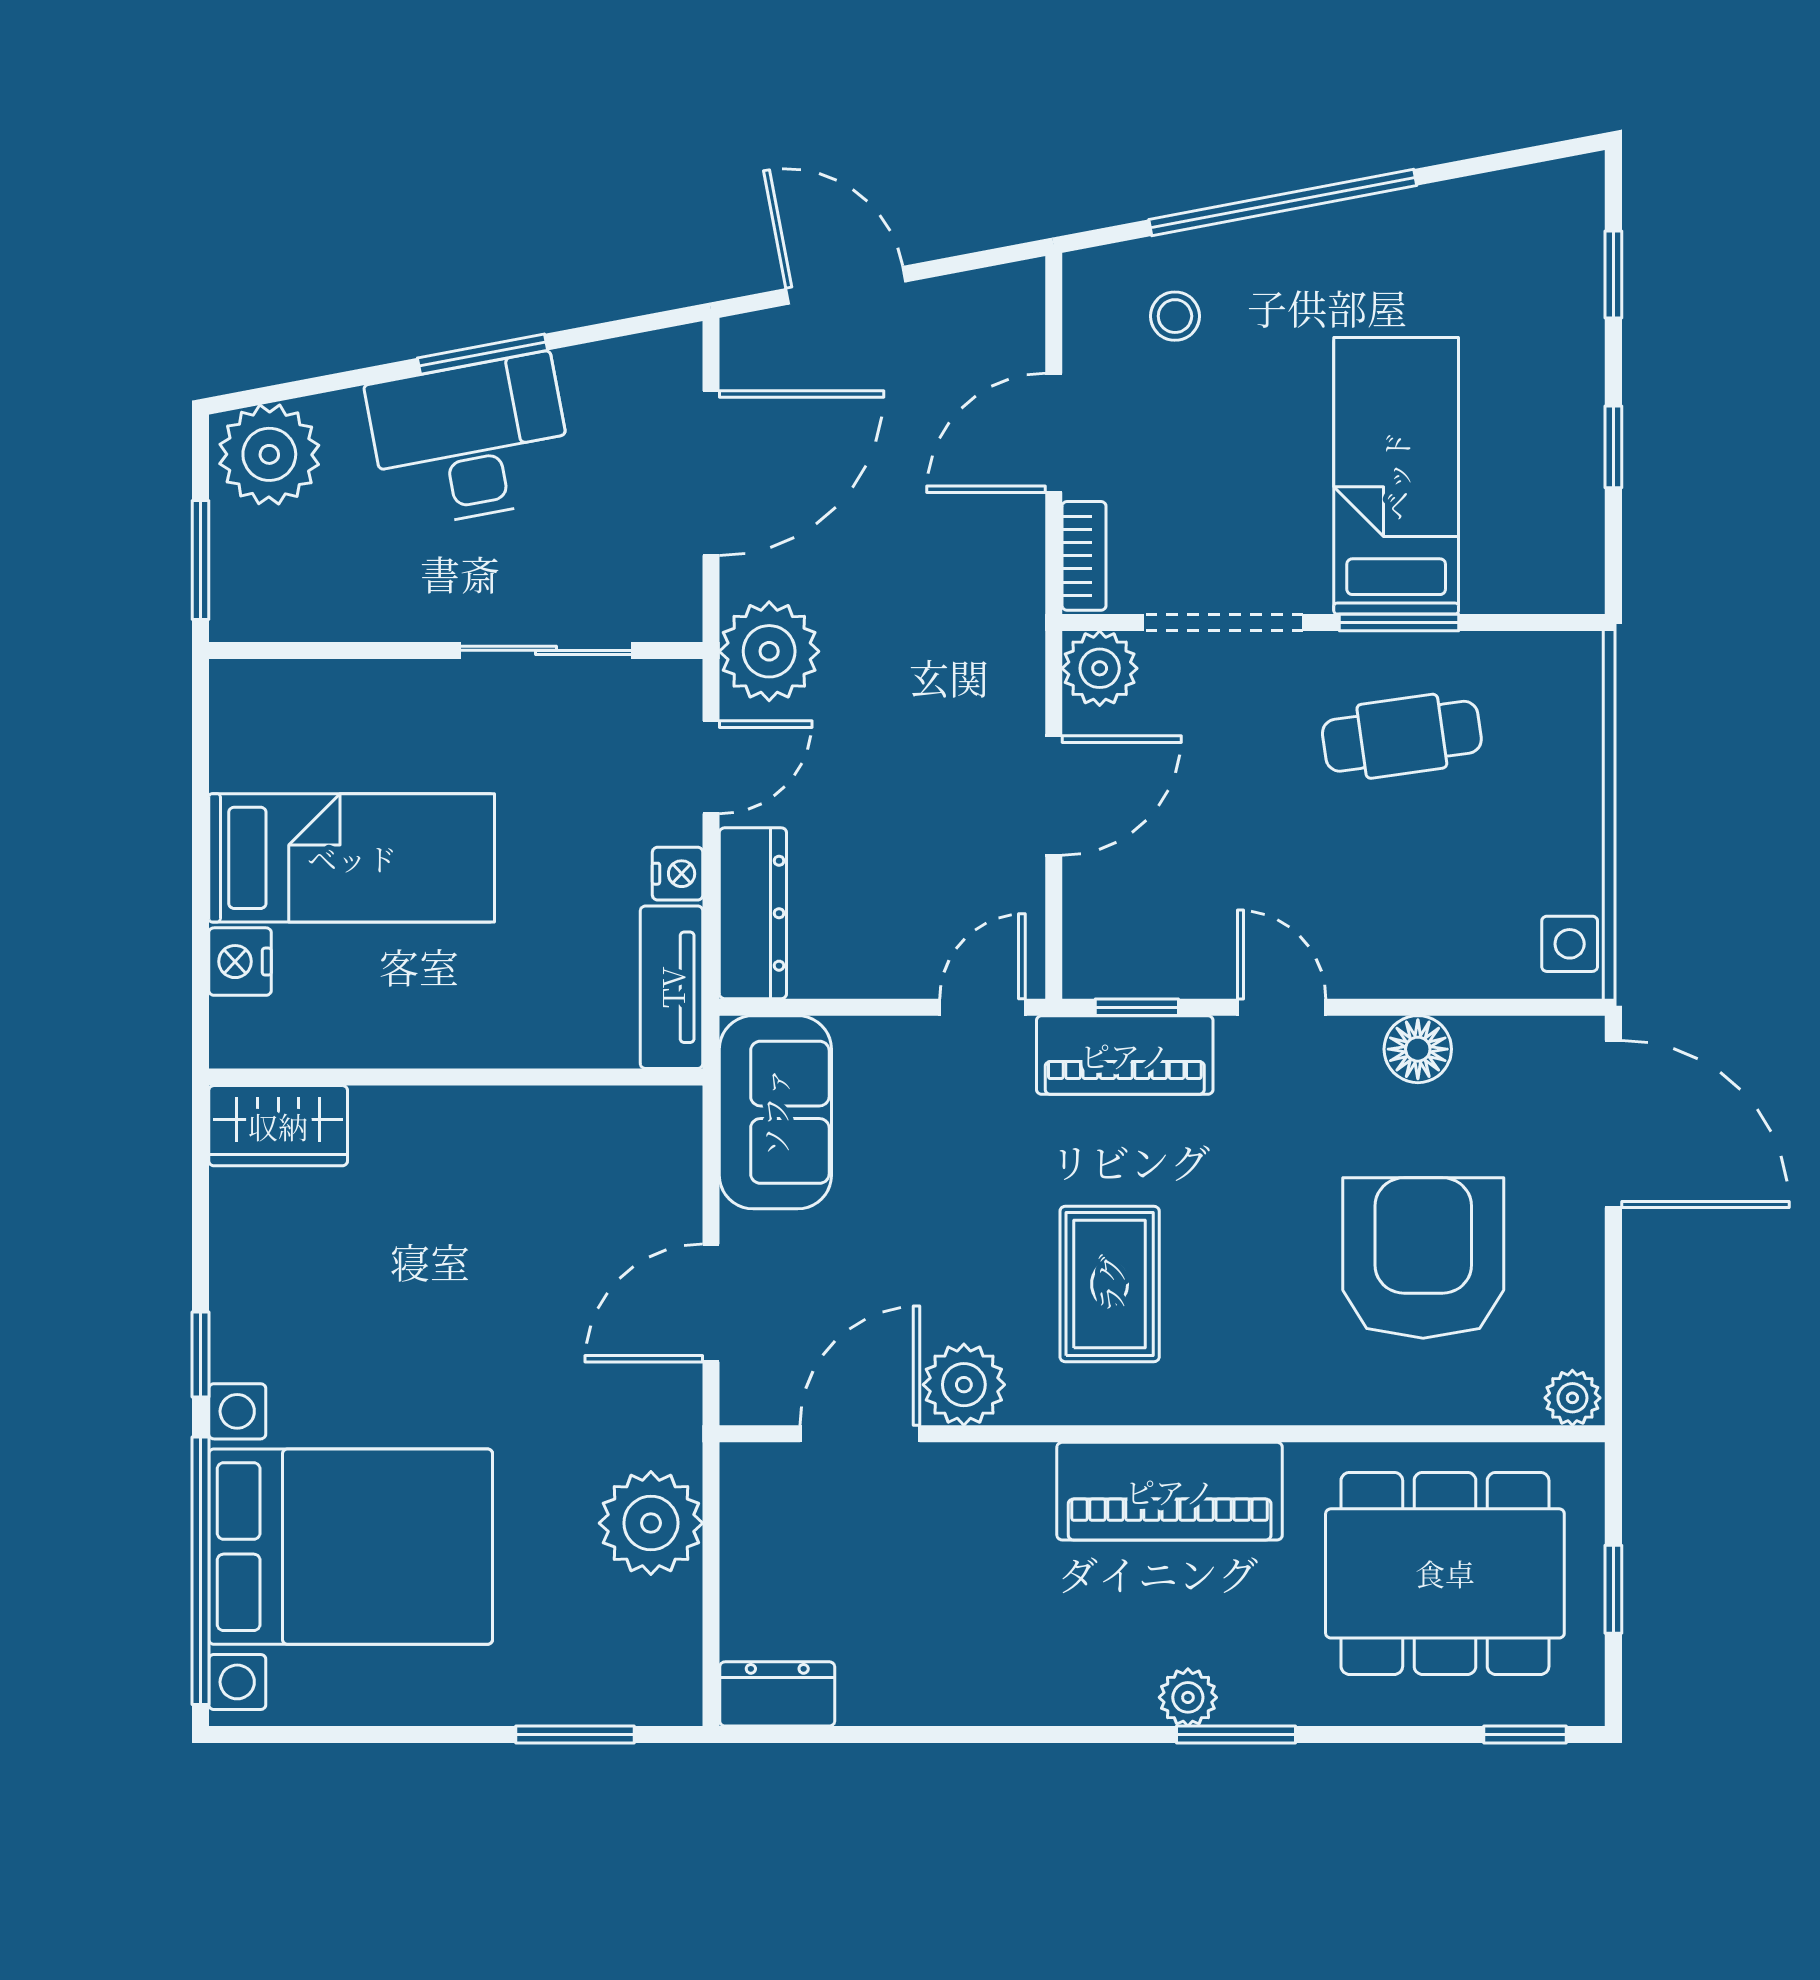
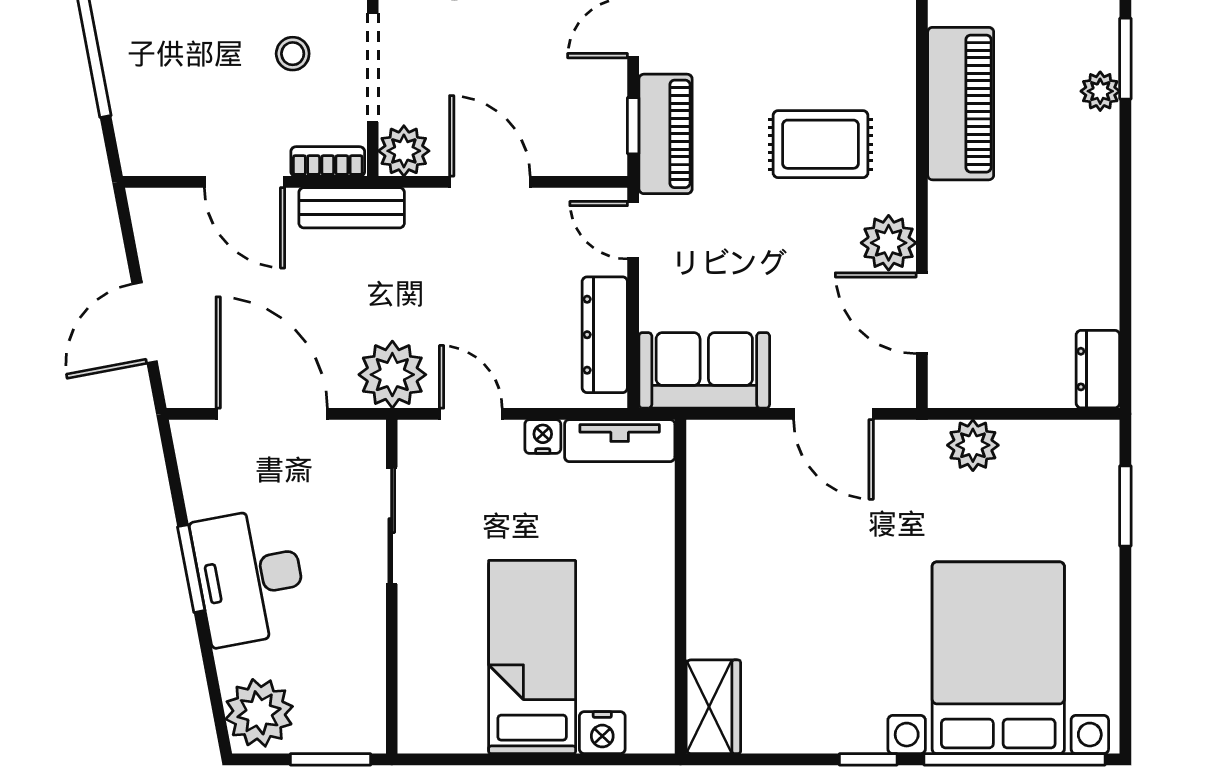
stool: (1175, 316) -> (293, 54), moved
bench: (1016, 591) -> (352, 208), added
dresser: (753, 913) -> (605, 335), moved, turned -90
plant: (651, 1523) -> (973, 445), width x0.73, depth x0.73

